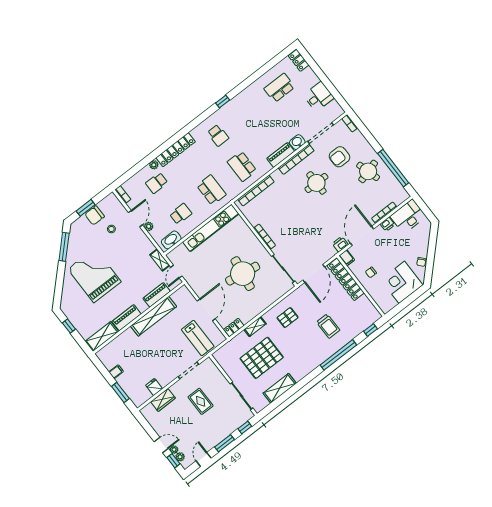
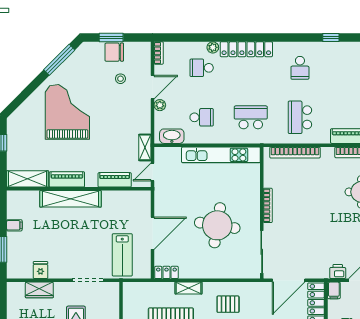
school desk: (211, 190) -> (251, 117), turned -90
shelving: (153, 316) -> (70, 199), moved

